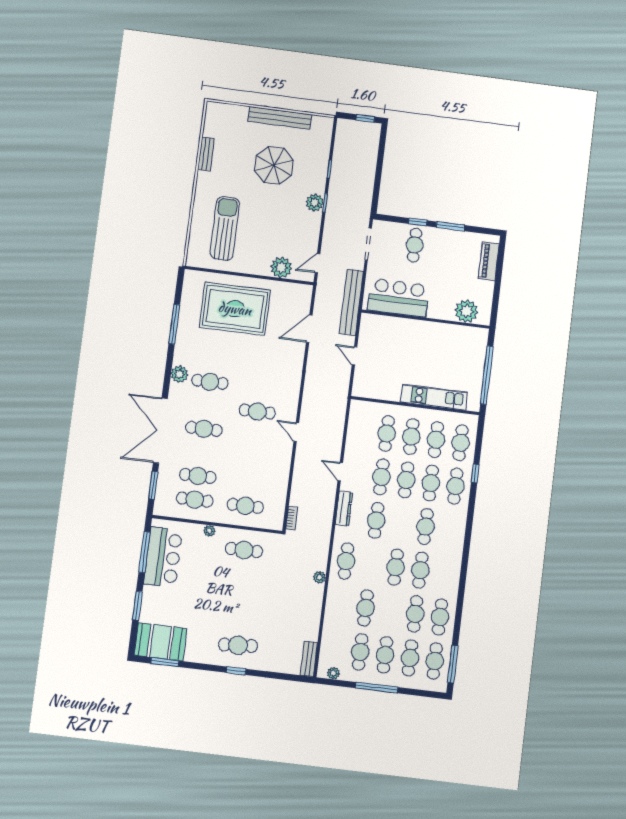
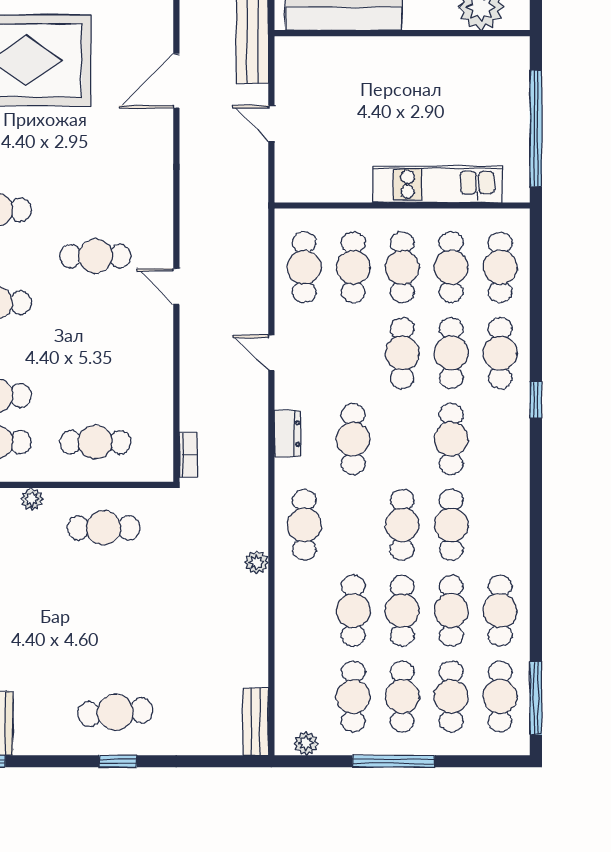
window: (475, 474) -> (536, 400), moved
cafe table: (381, 477) -> (304, 267), moved
dresser: (344, 508) -> (288, 434), width x0.70
cafe table: (390, 611) -> (402, 611), added

